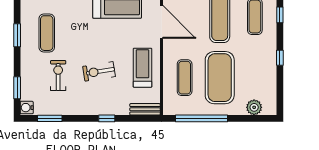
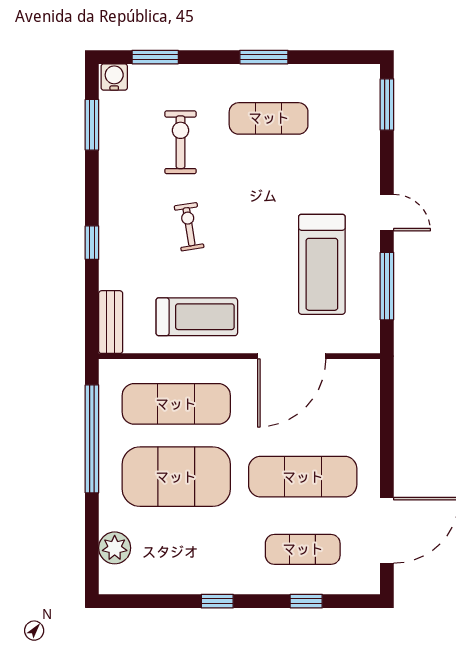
exercise bike: (99, 71) -> (189, 227), width x0.73, depth x0.72
exercise bike: (58, 76) -> (180, 142), turned -90
exercise mat: (185, 78) -> (176, 404), width x1.36, depth x1.45

